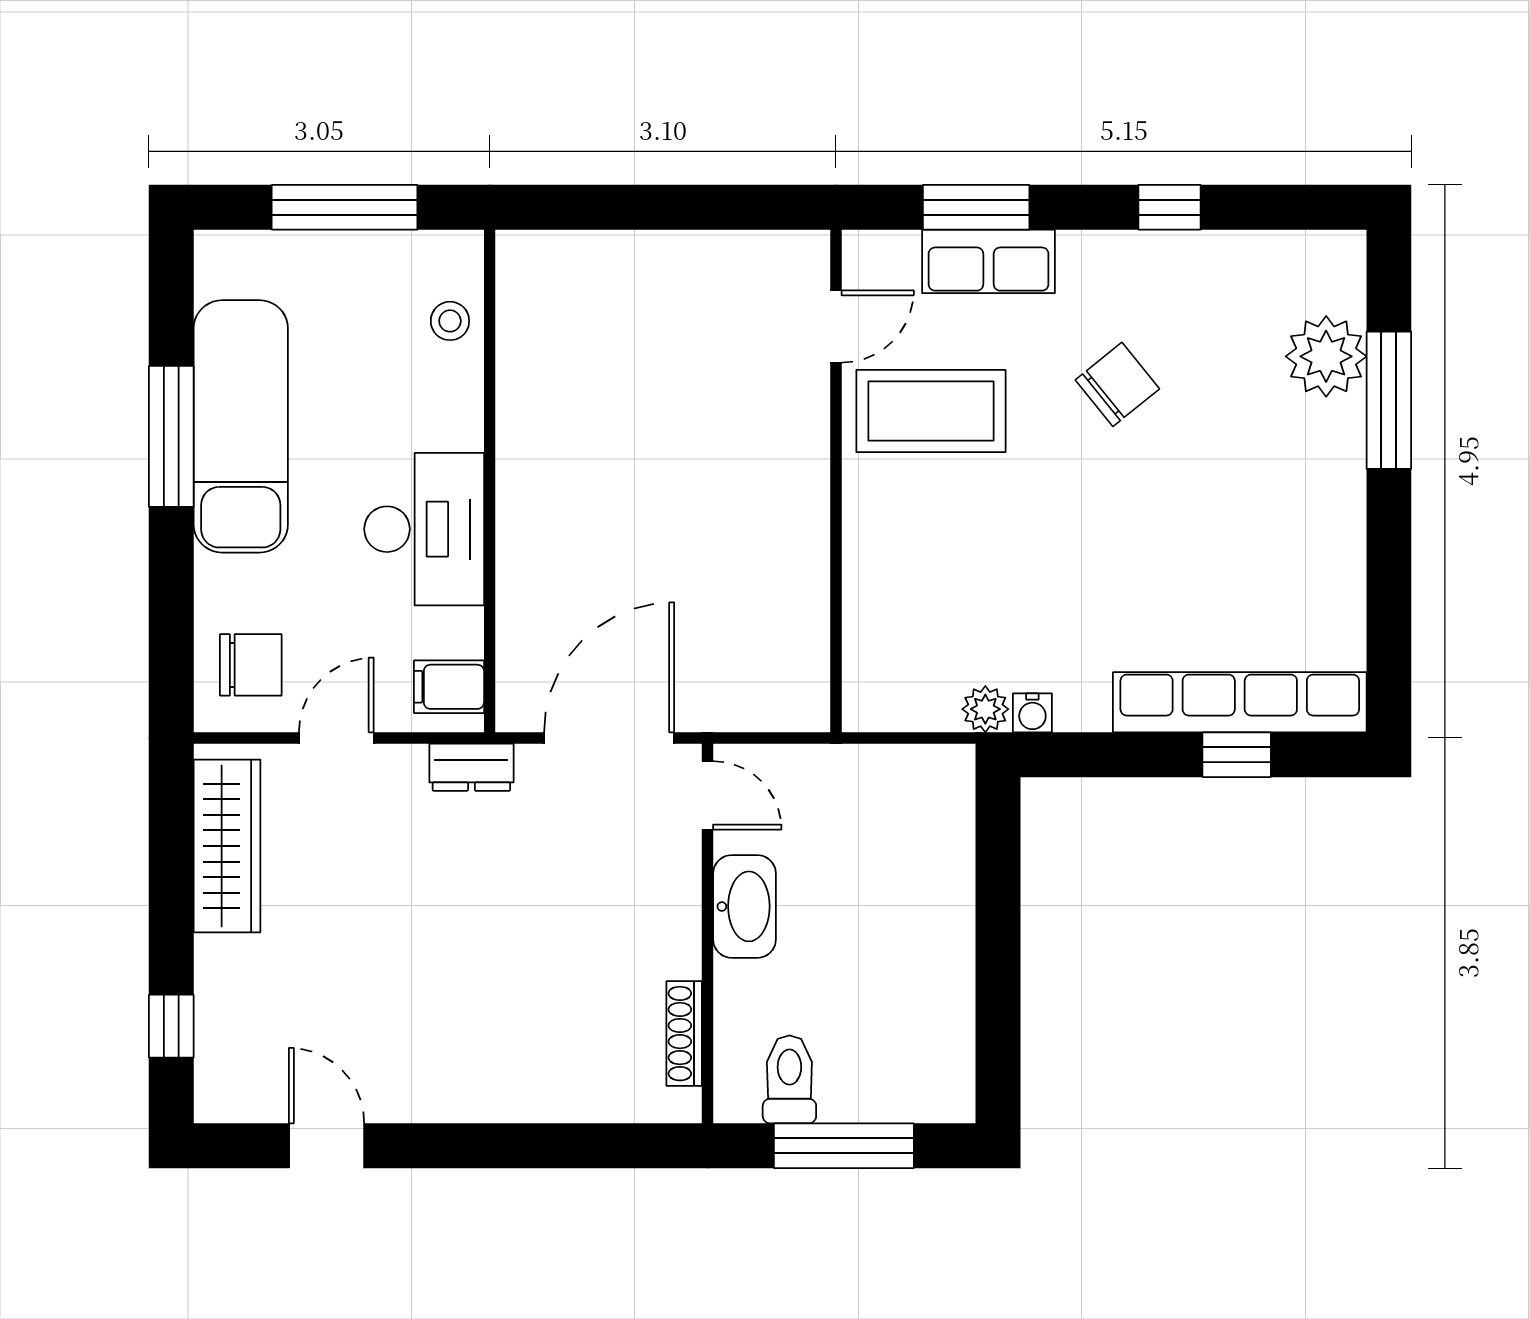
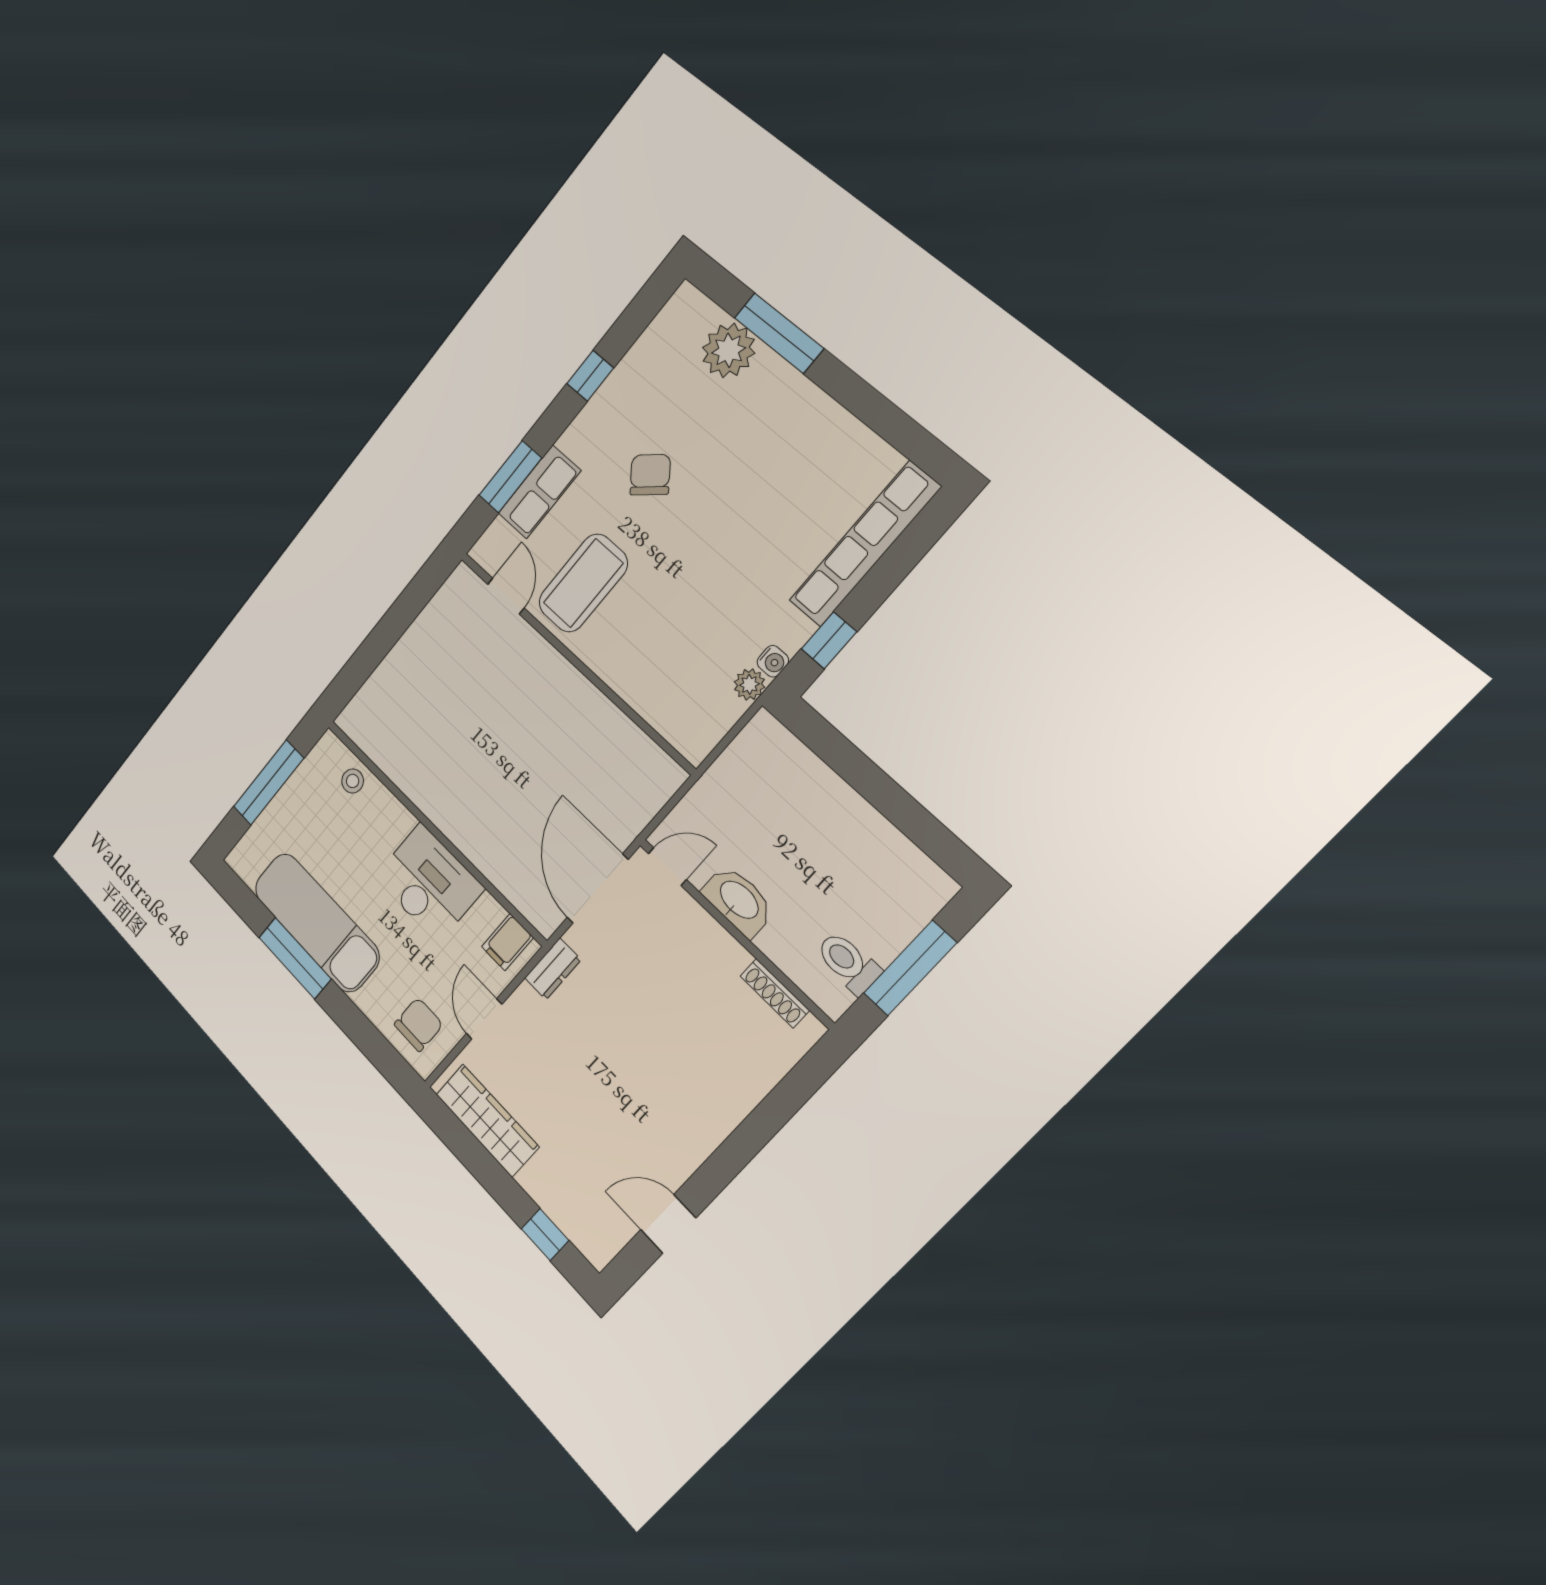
window: (1237, 755) -> (829, 640), moved

